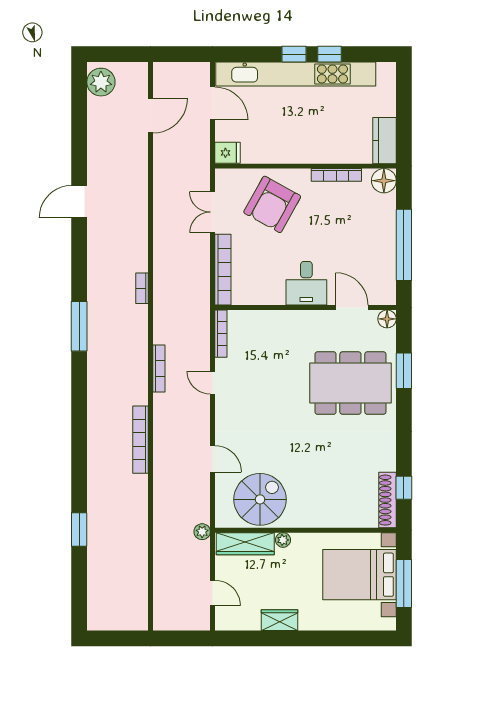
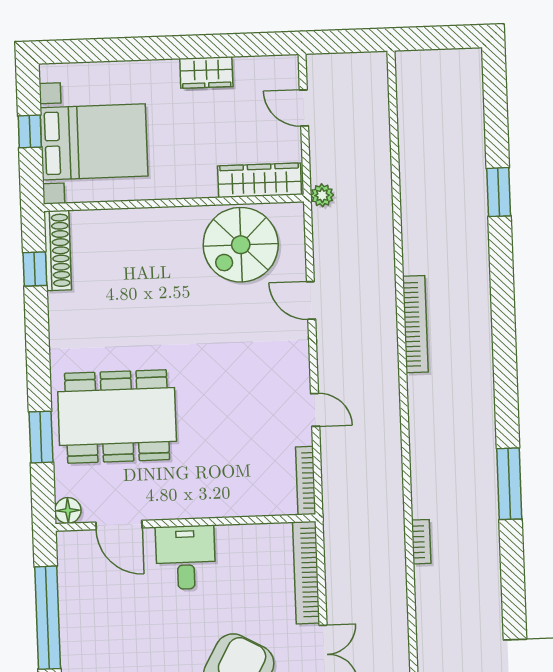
bookcase: (159, 368) -> (393, 427), removed
plant: (283, 540) -> (206, 188), removed
window: (404, 584) -> (30, 131), width x0.46

